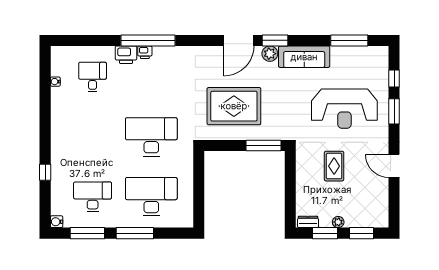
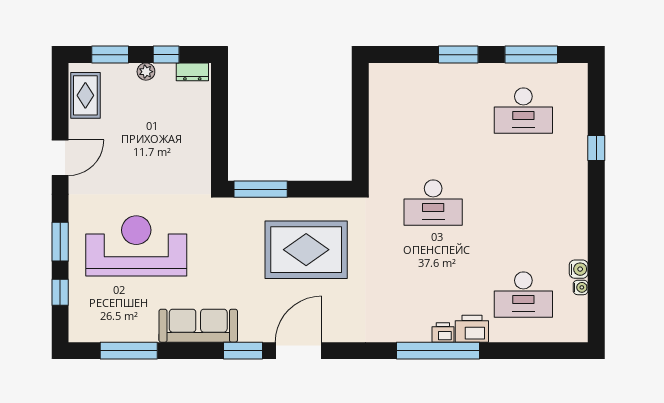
plant: (270, 54) -> (251, 330), removed
desk: (93, 77) -> (523, 295), width x1.37
desk: (151, 137) -> (433, 203), width x0.73, depth x0.77
rug: (334, 166) -> (85, 95), moved
door: (394, 166) -> (60, 158), hinge flipped
desk: (151, 197) -> (433, 111), removed
water cooler: (57, 222) -> (579, 269), moved
window: (135, 233) -> (458, 55), width x0.69
window: (325, 233) -> (166, 55), width x0.67

